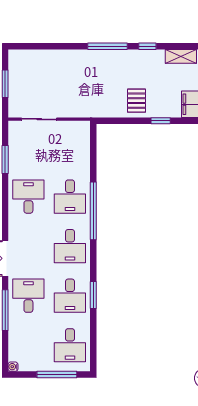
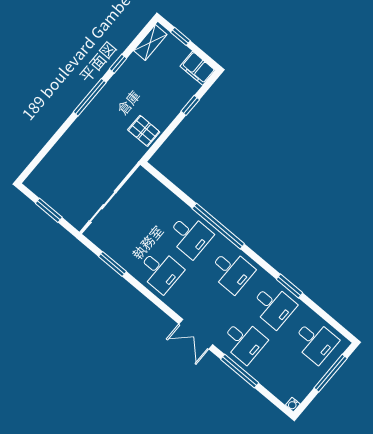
pallet: (137, 101) -> (144, 131), moved
desk: (28, 197) -> (160, 271), turned 180
desk: (28, 296) -> (244, 341), turned 180

